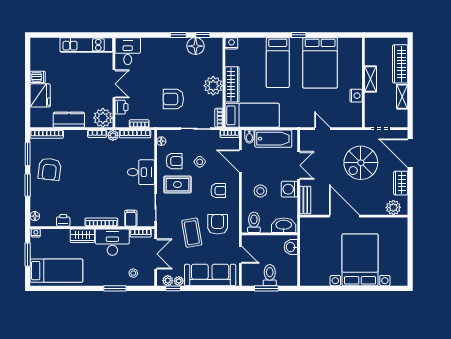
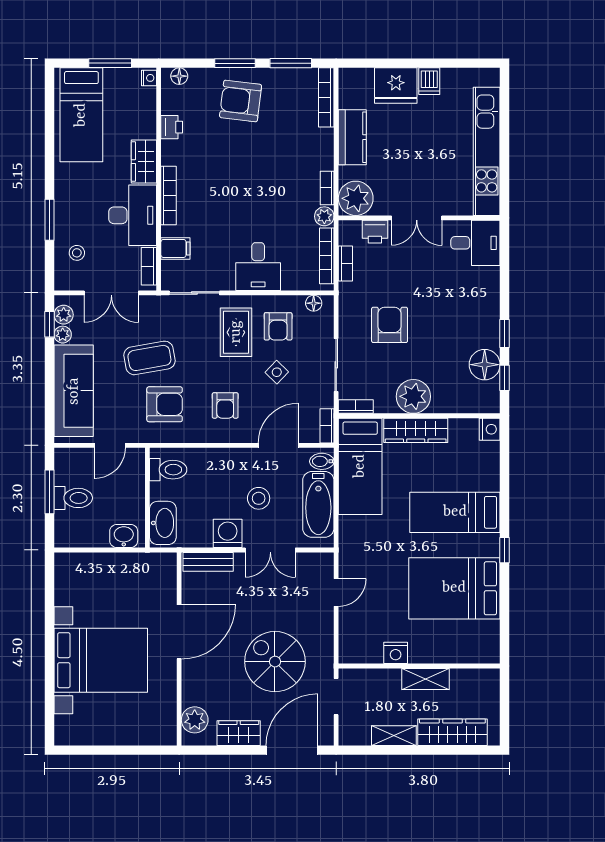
kitchen unit: (86, 45) -> (487, 151), width x1.36
armchair: (50, 169) -> (241, 101), moved
stool: (260, 191) -> (259, 498), moved

